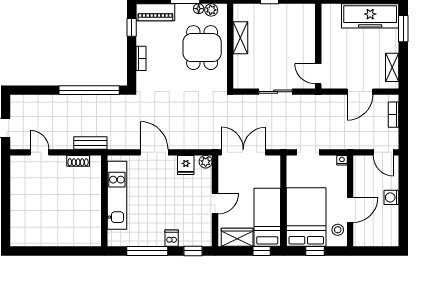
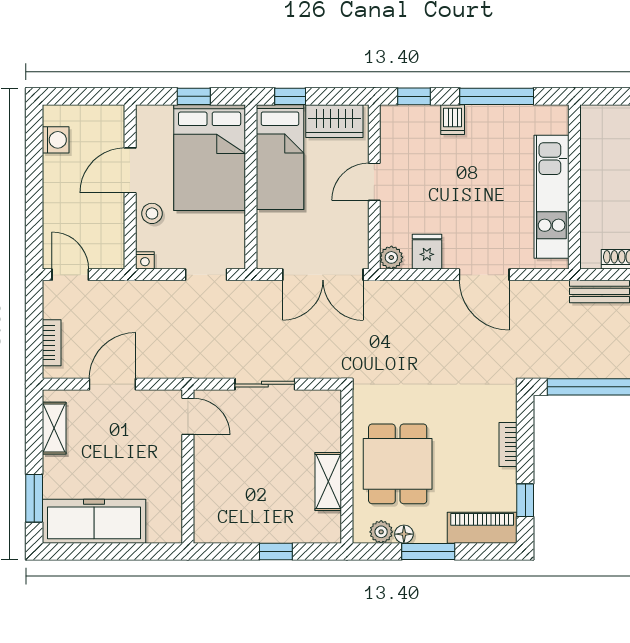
washing machine: (391, 197) -> (56, 140), moved
stool: (338, 230) -> (152, 213), moved

